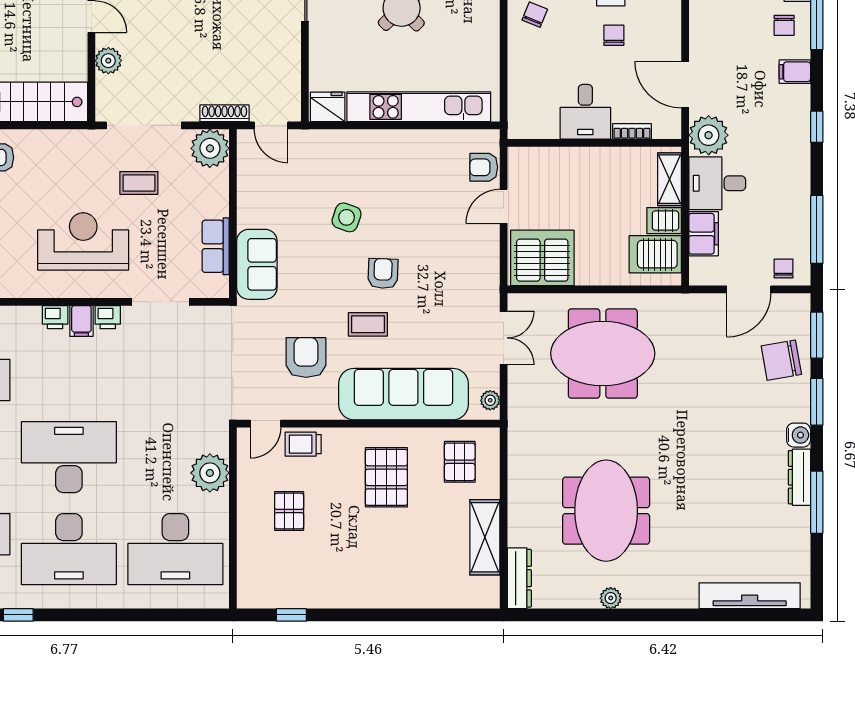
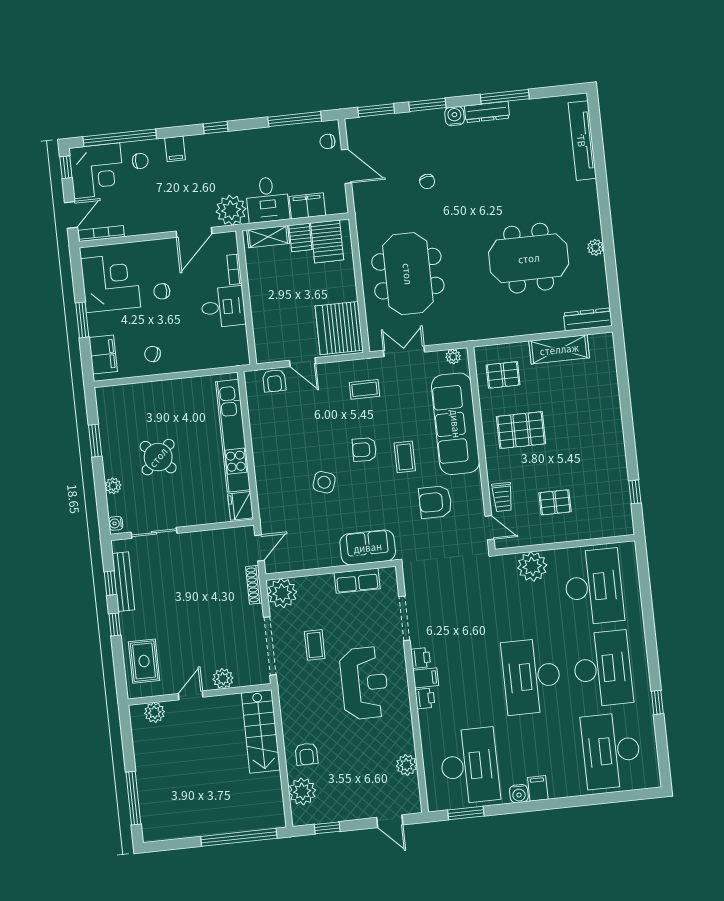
reception desk: (83, 241) -> (364, 683), turned 180
coffee table: (460, 282) -> (364, 389), added
chair: (781, 360) -> (427, 181), moved, width x0.54, depth x0.54

